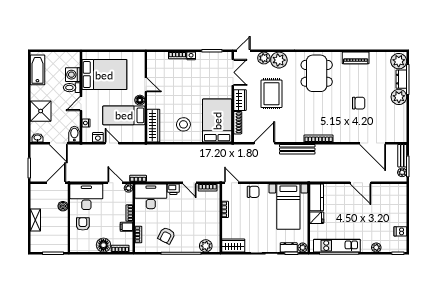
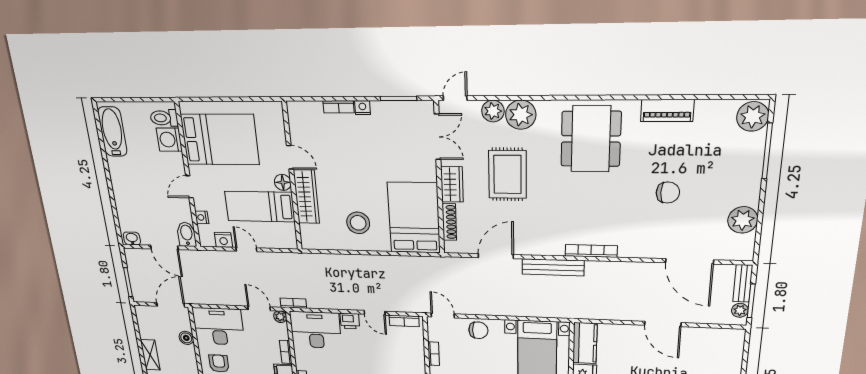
dresser: (401, 79) -> (755, 150), removed
toilet: (72, 88) -> (164, 118), moved
plant: (399, 97) -> (743, 220), moved
shower: (41, 111) -> (129, 198), removed
wardrobe: (153, 126) -> (306, 197), moved

